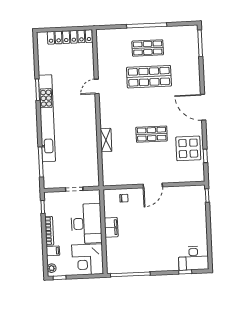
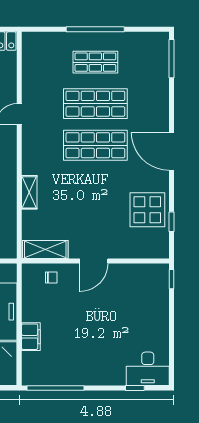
shop shelf: (152, 134) -> (95, 145), moved, width x1.43, depth x1.36
shelving: (119, 179) -> (45, 250), added
filing cabinet: (111, 227) -> (31, 337), moved

